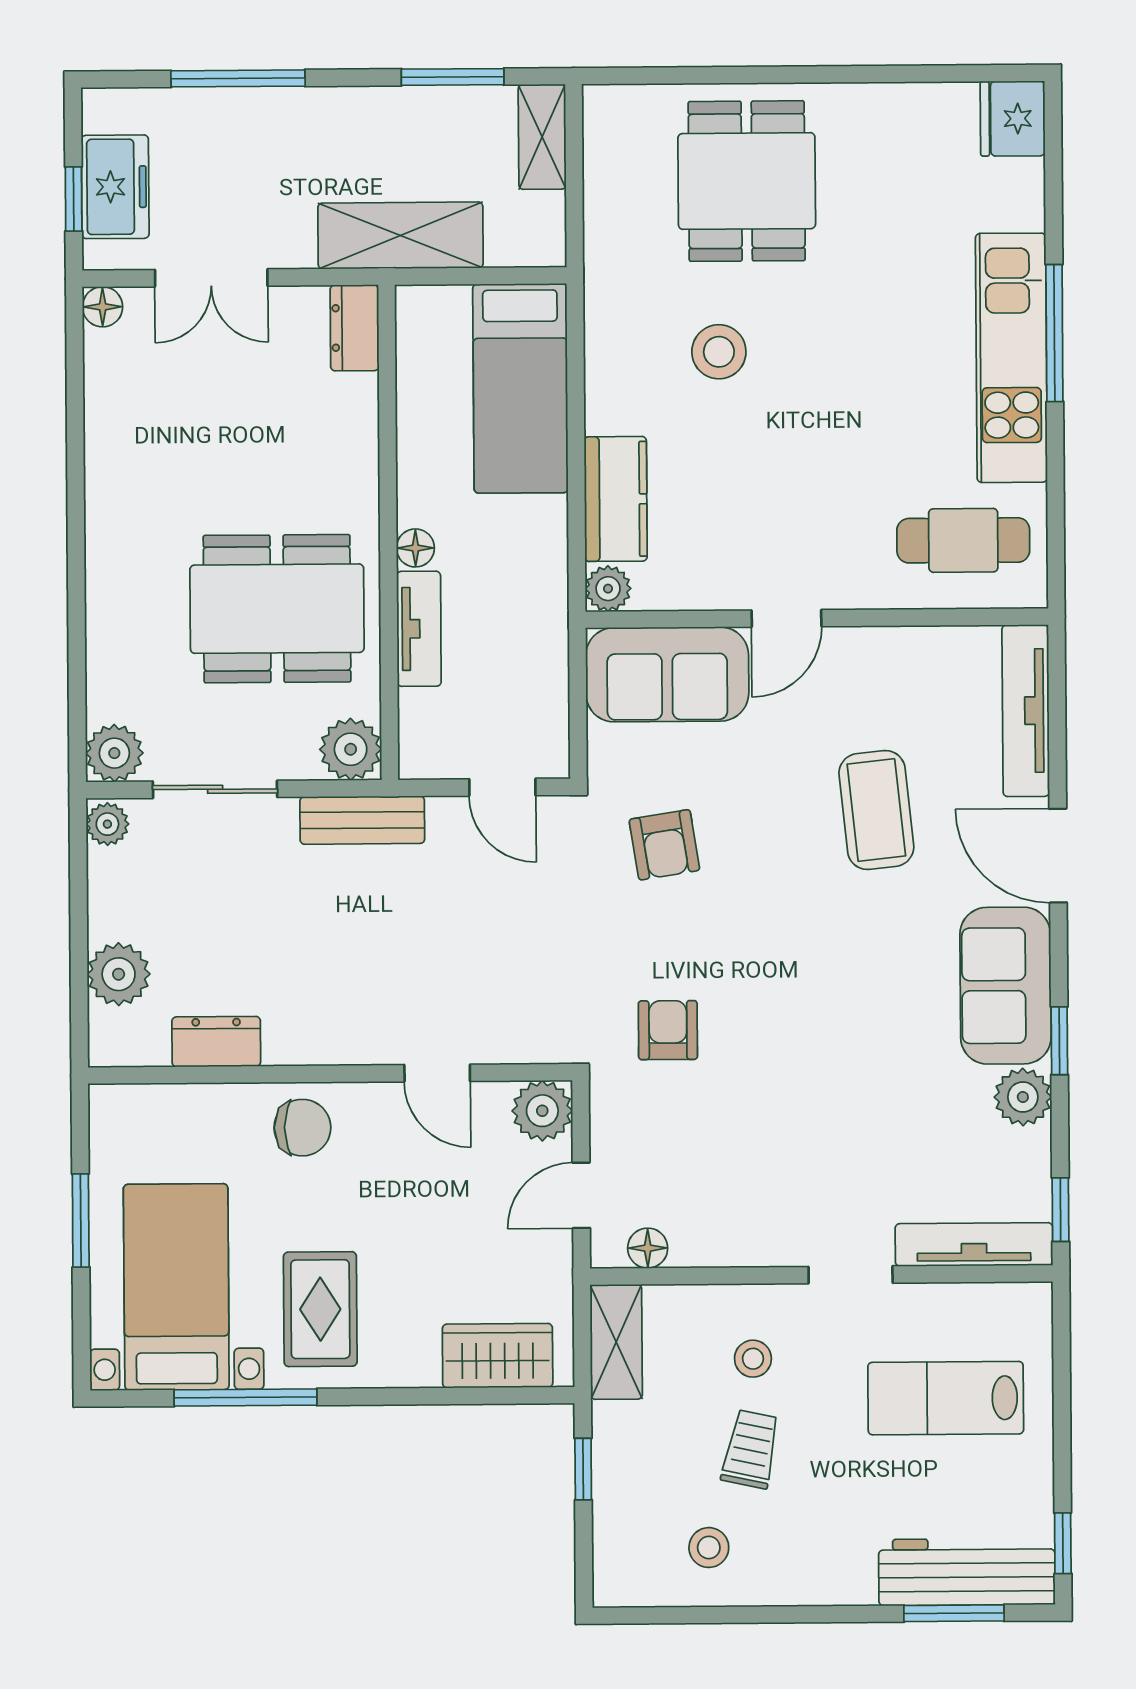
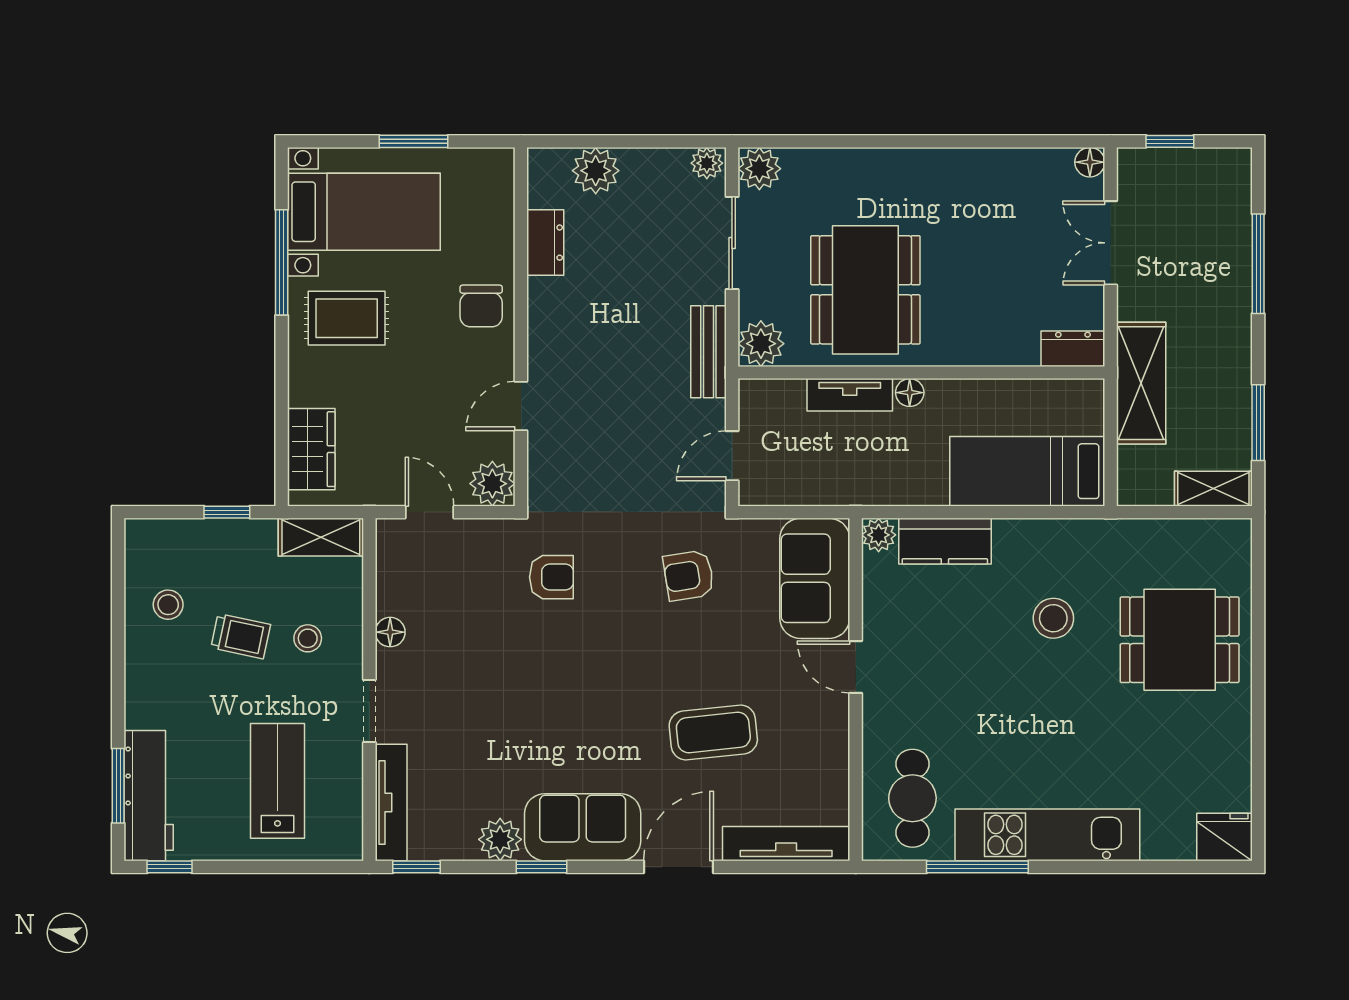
freezer: (115, 187) -> (1179, 172), removed
window: (1054, 333) -> (977, 867), moved
floor lamp: (648, 1248) -> (390, 632), moved

